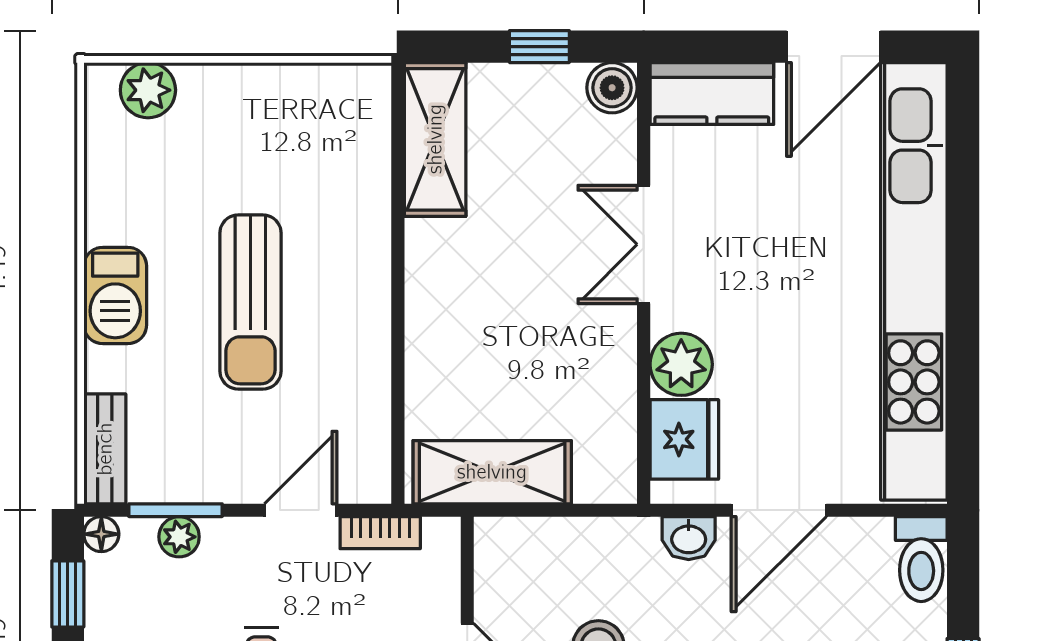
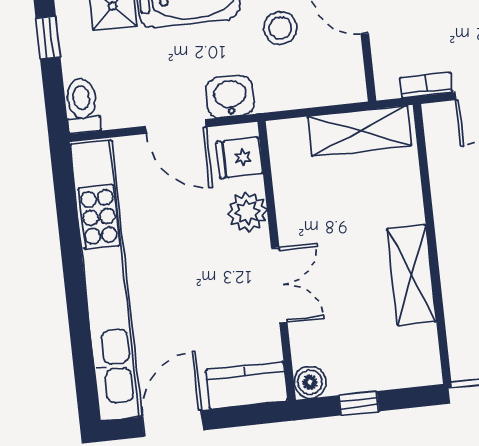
shelving: (435, 139) -> (412, 275), moved
fridge: (684, 439) -> (239, 158), width x0.72
door: (779, 510) -> (176, 127), swing flipped
washbasin: (689, 538) -> (230, 97), width x1.38, depth x1.45

